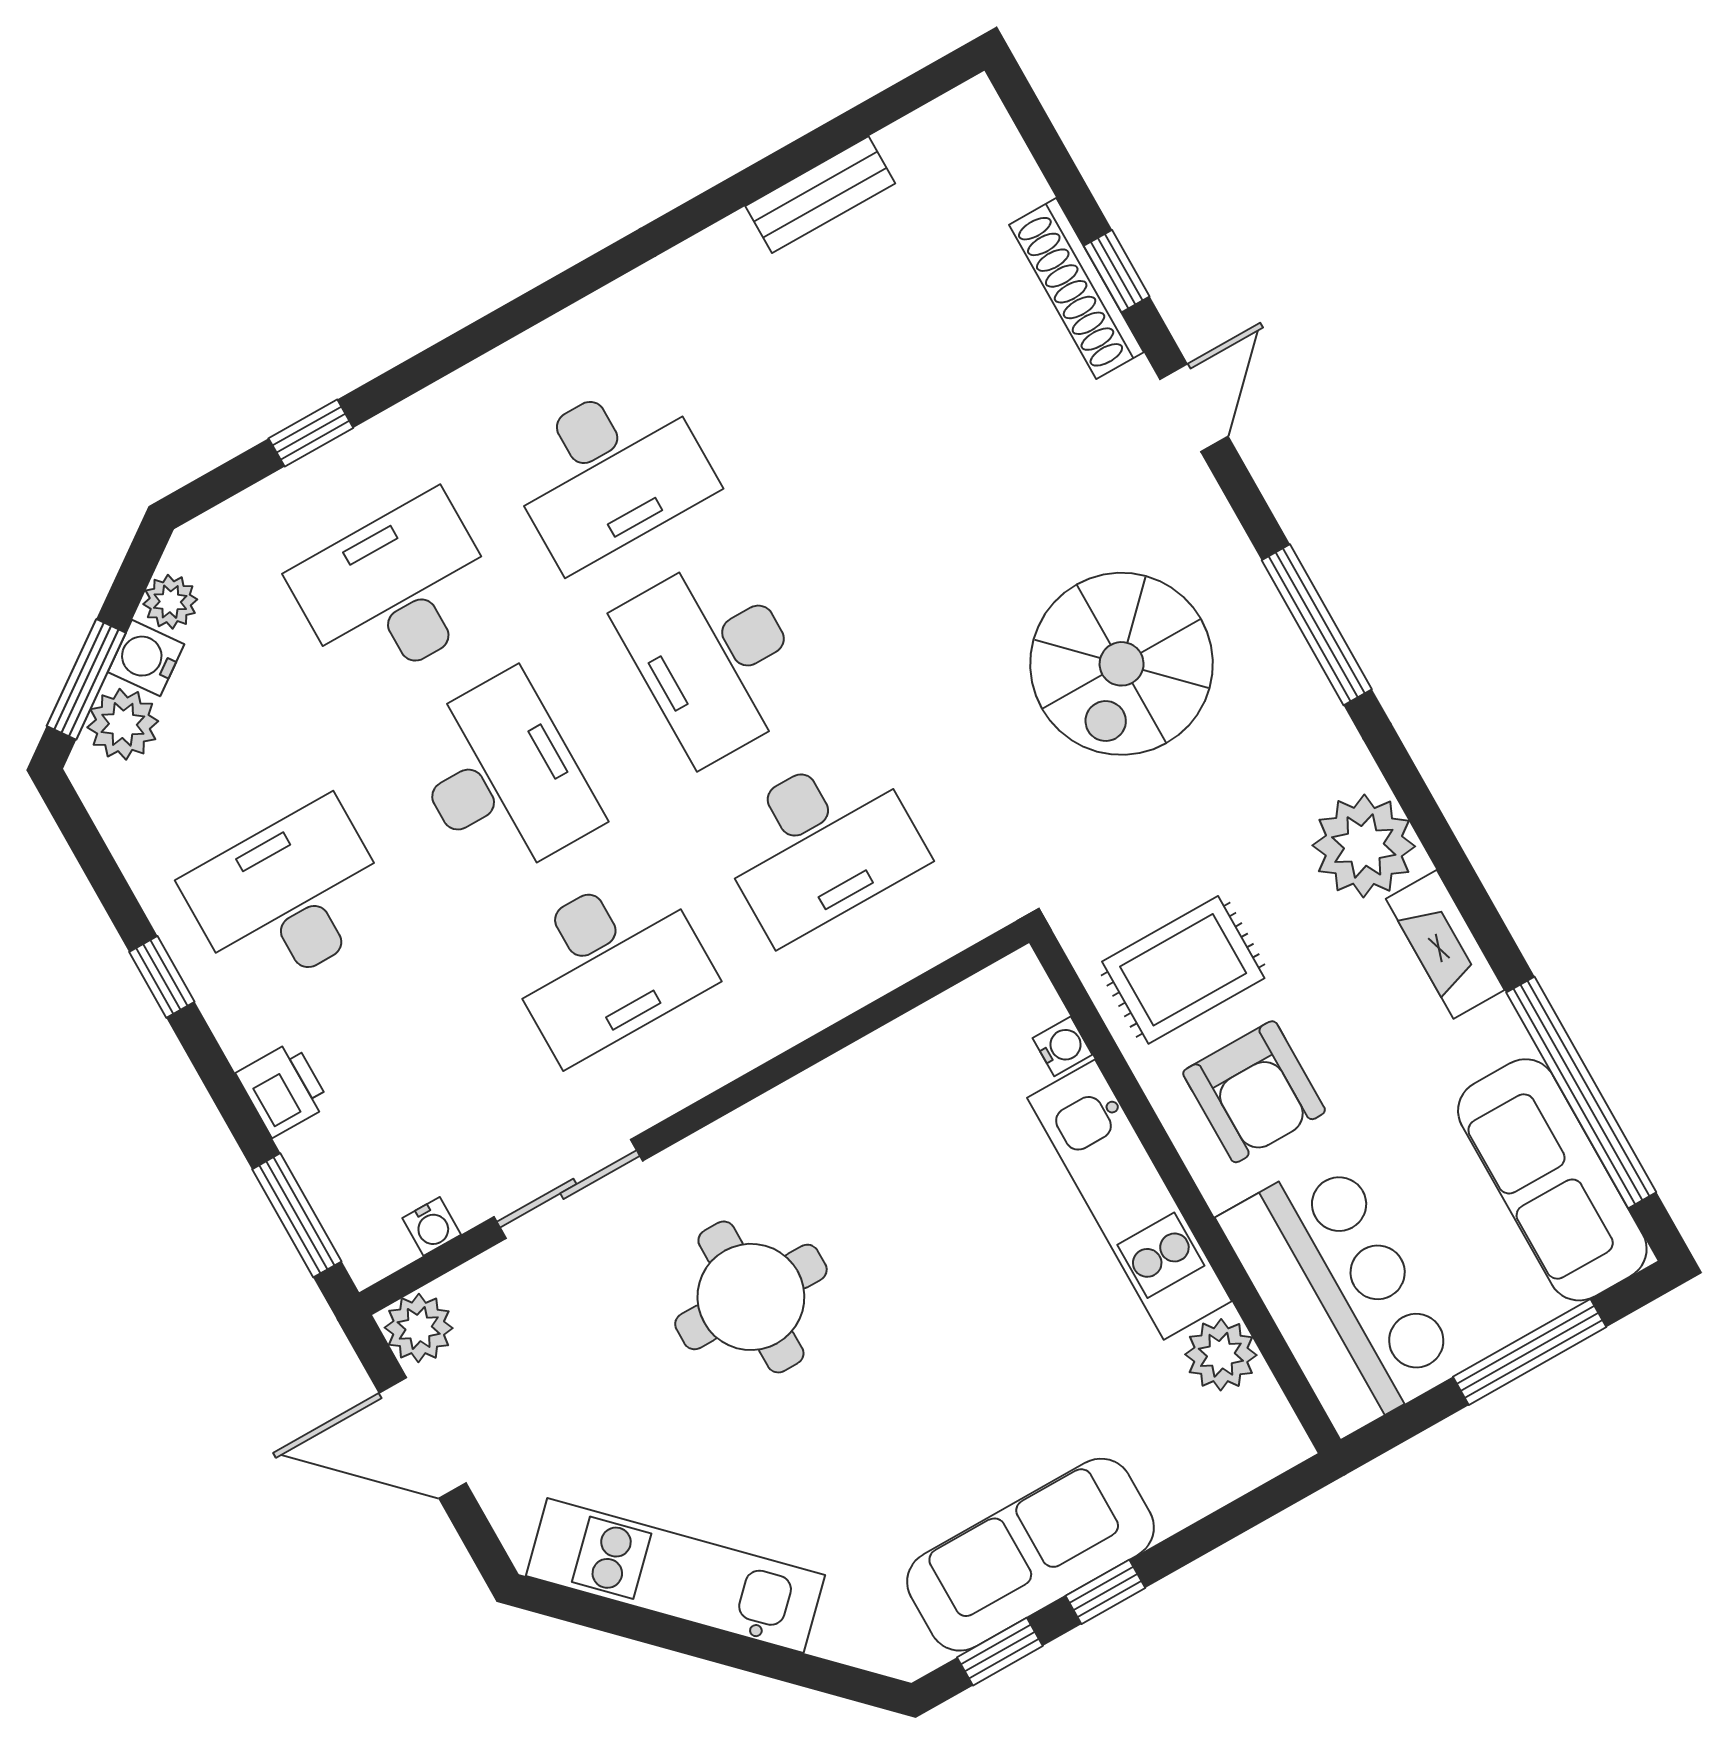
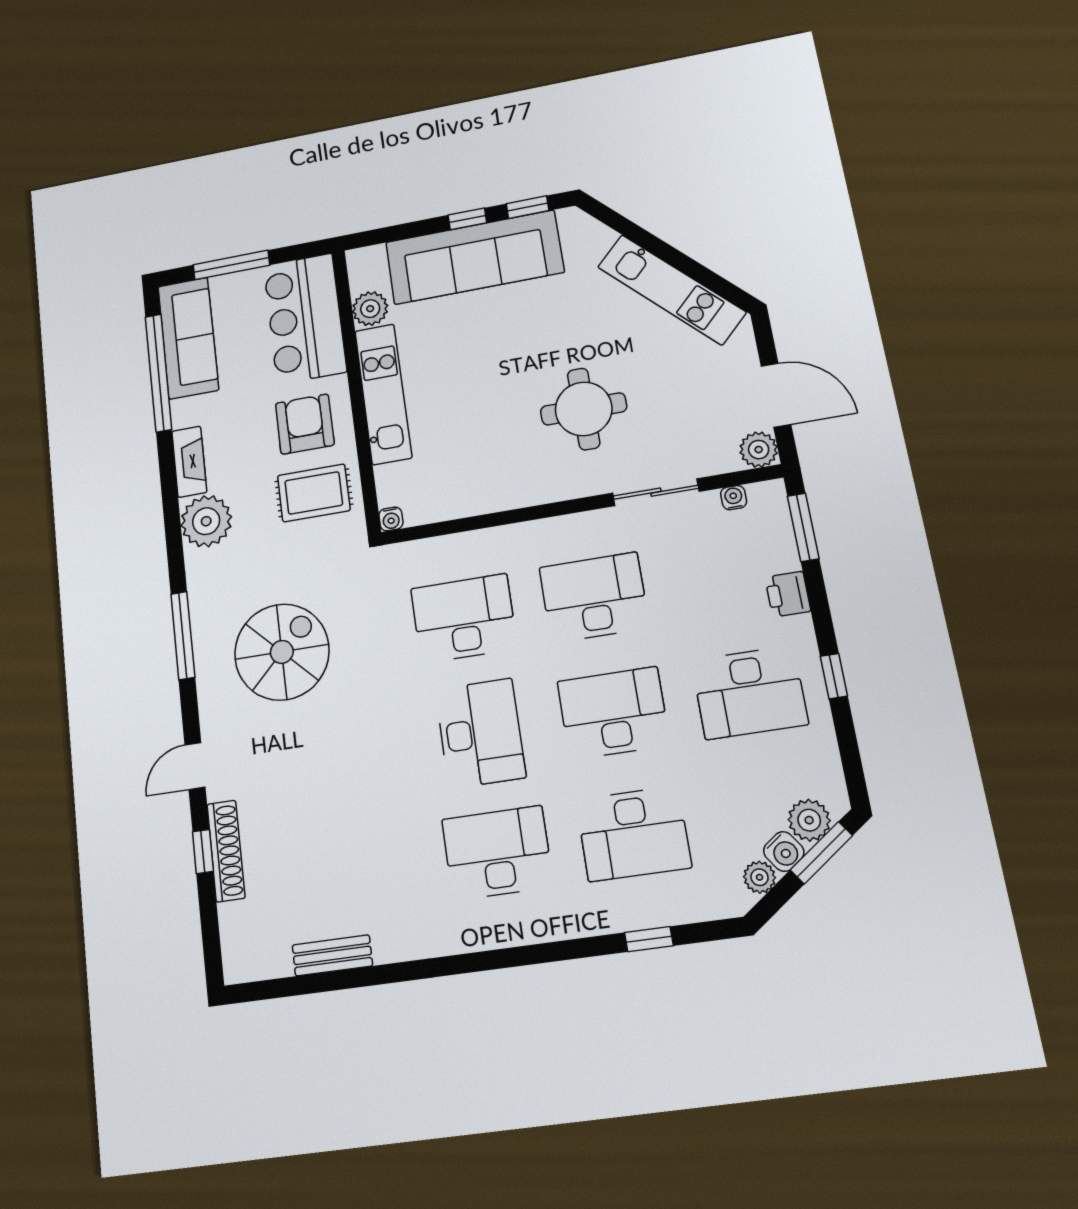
desk: (502, 778) -> (613, 713), turned 90
water cooler: (1062, 1046) -> (391, 519), moved, turned -90
sofa: (1031, 1555) -> (474, 257), width x1.36, depth x1.27

